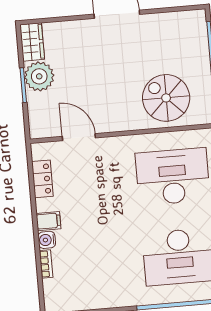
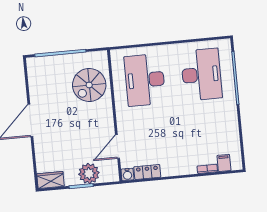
plant: (39, 76) -> (89, 173), moved
filing cabinet: (48, 221) -> (224, 163), moved
water cooler: (47, 240) -> (127, 174), moved

